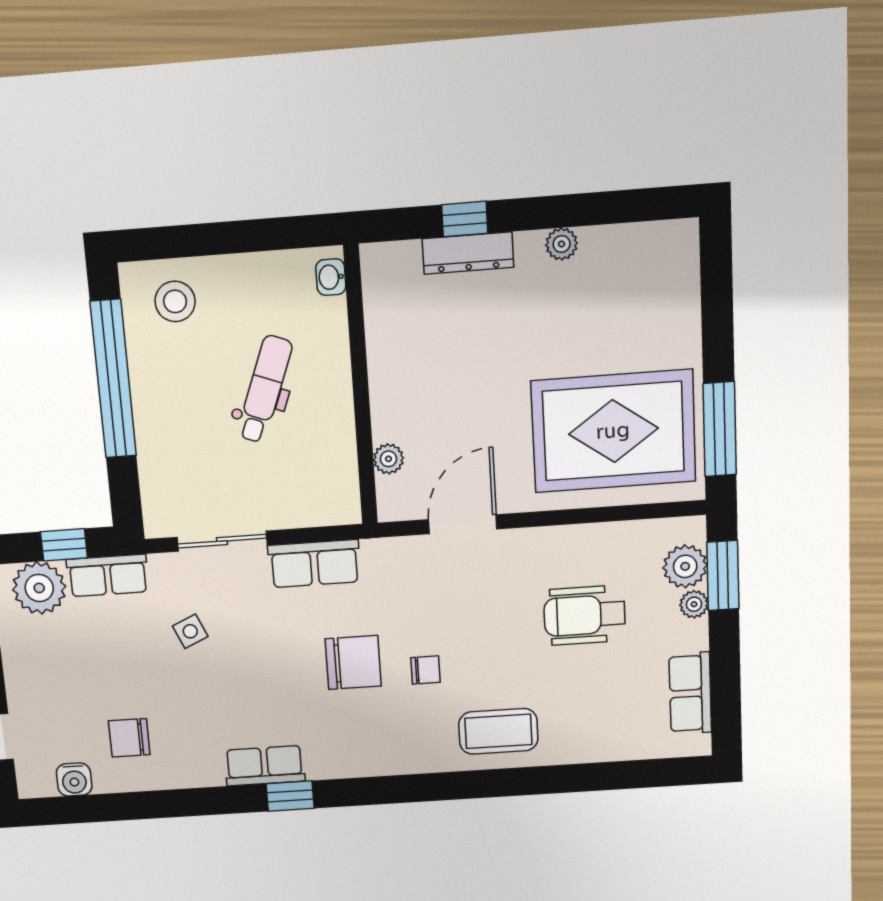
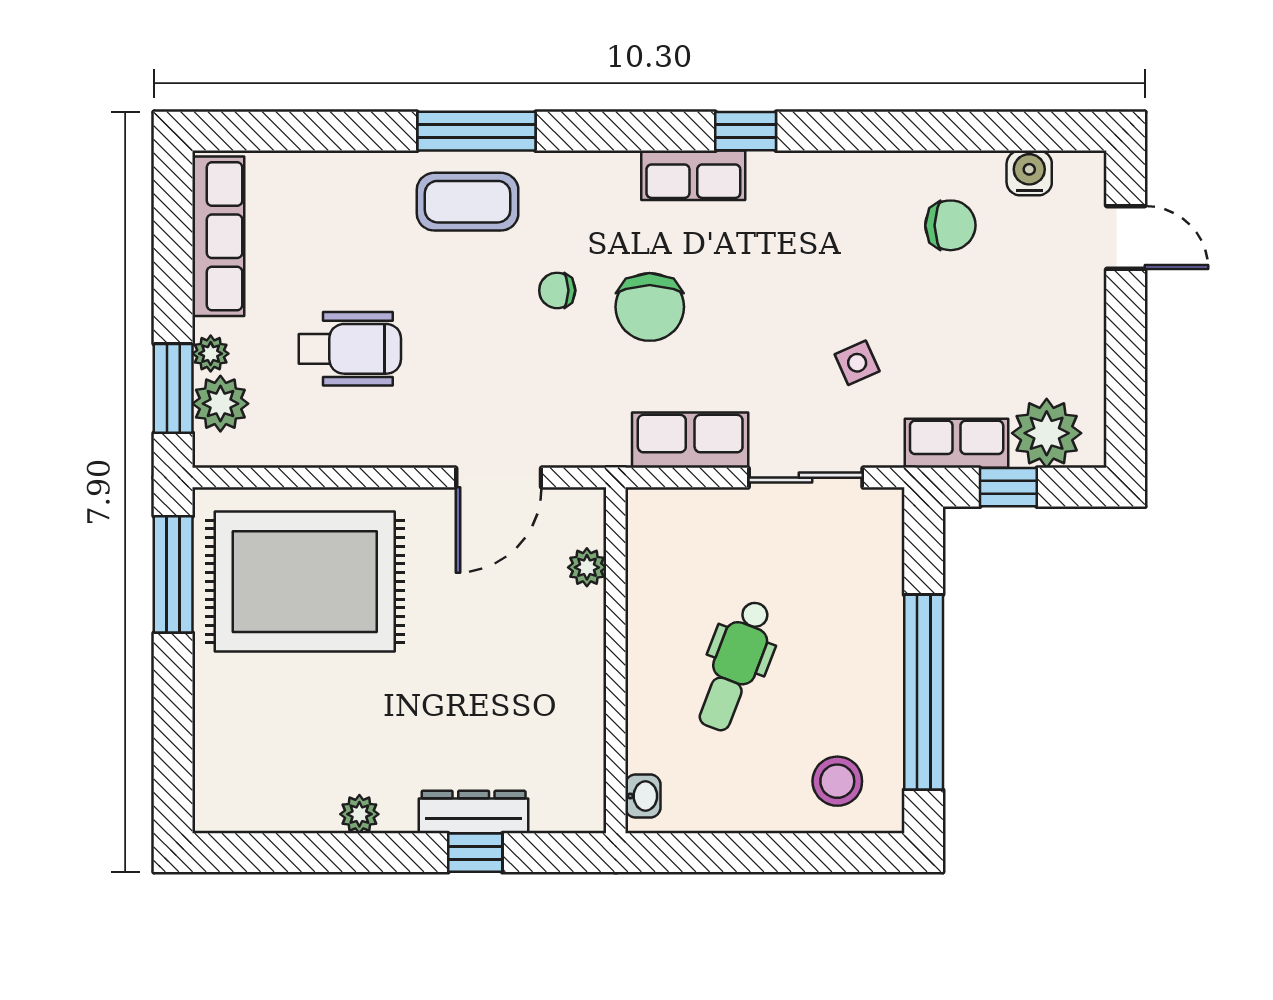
chair: (353, 662) -> (650, 307), turned -90
row of seats: (690, 693) -> (218, 236), width x1.48
row of seats: (265, 766) -> (693, 175), moved
window: (494, 783) -> (476, 131), added

